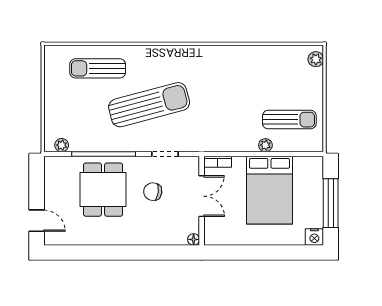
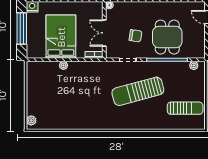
sun lounger: (98, 68) -> (185, 108), moved
sun lounger: (289, 120) -> (48, 82), removed

